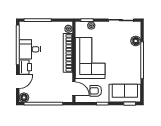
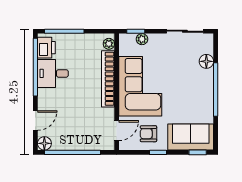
printer: (25, 67) -> (46, 48), moved
door: (74, 89) -> (117, 131), hinge flipped

